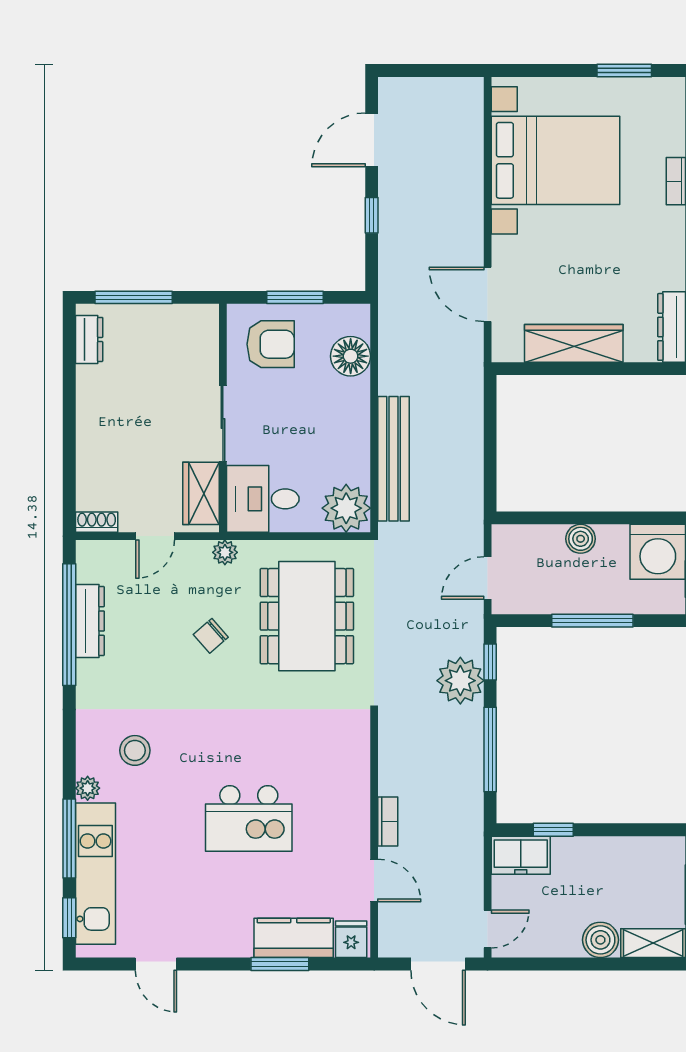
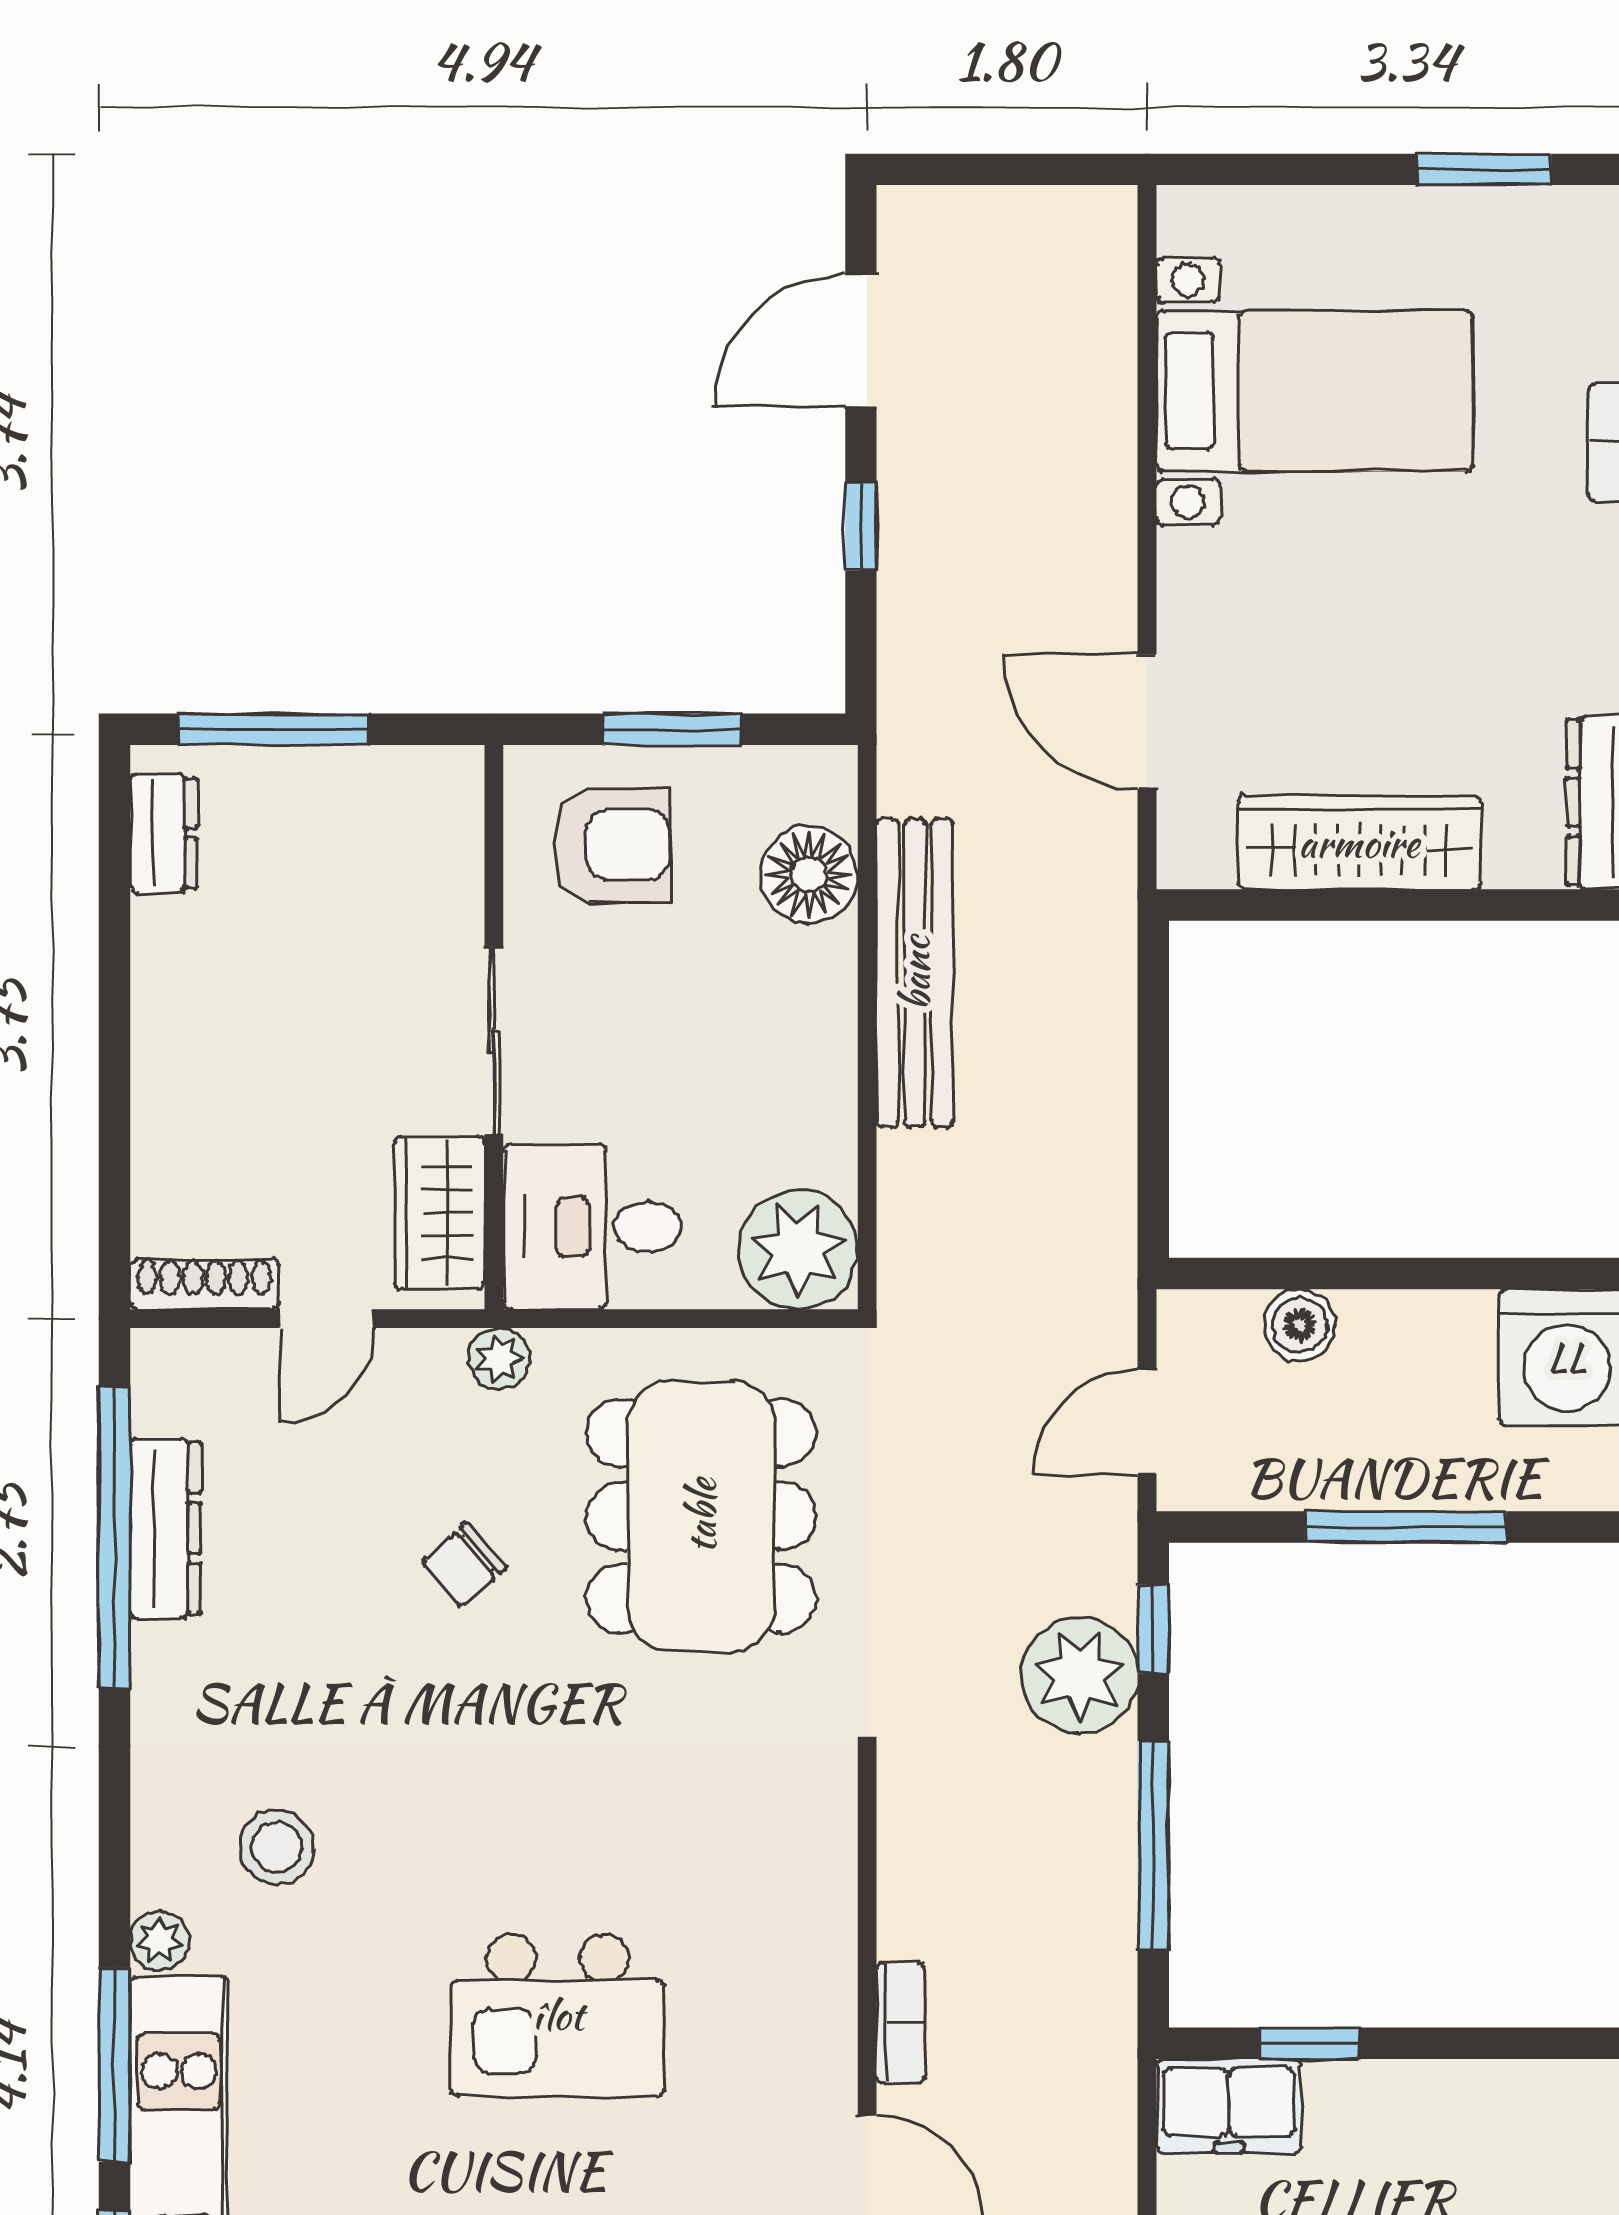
bed with nightstands: (555, 160) -> (1315, 391), width x0.73
bench: (394, 459) -> (915, 973), moved
shoe rack: (97, 522) -> (204, 1284), width x1.43
boiler: (581, 539) -> (1300, 1325), moved

